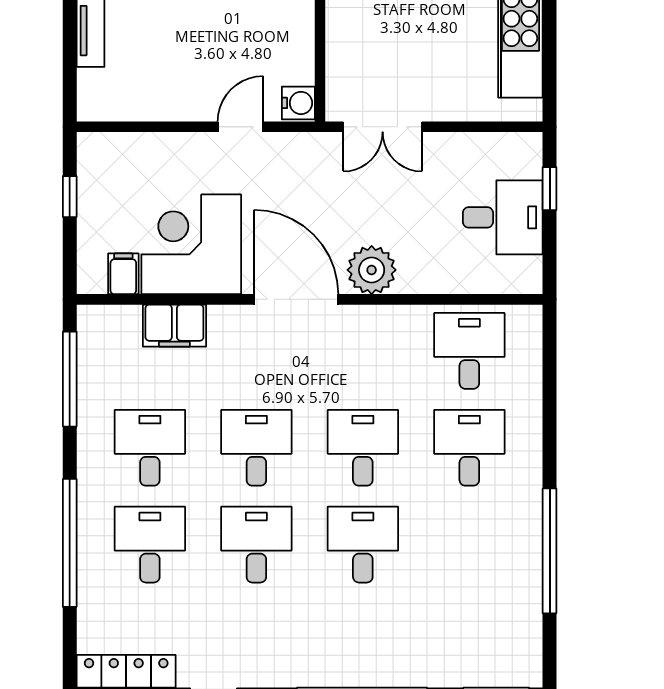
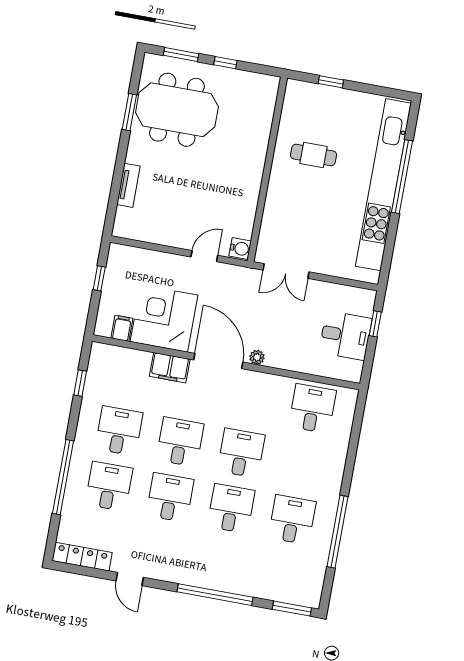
plant: (372, 270) -> (257, 357), width x0.53, depth x0.53
filing cabinet: (174, 326) -> (170, 368), moved
window: (70, 379) -> (80, 383), width x0.46
desk: (469, 448) -> (292, 520), moved

